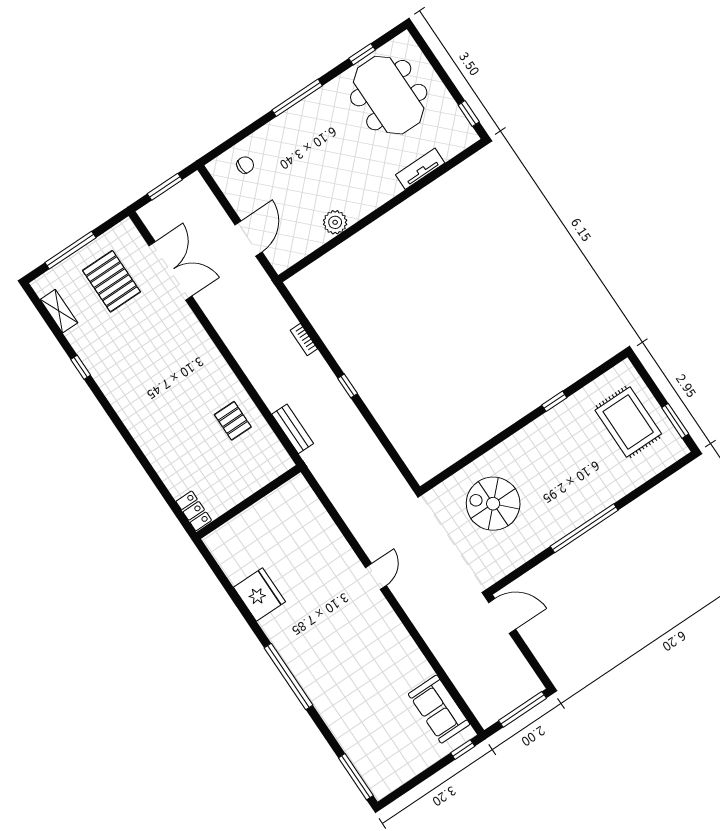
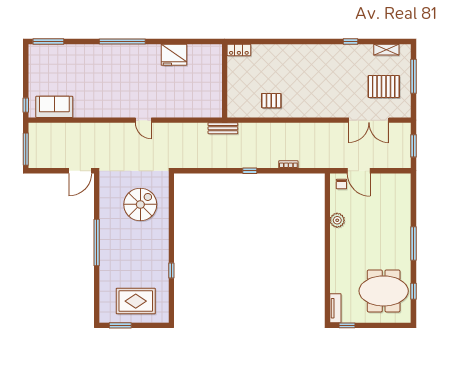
chair: (245, 165) -> (341, 184), moved
tv unit: (420, 169) -> (335, 308), moved
bench: (293, 429) -> (223, 128), moved

